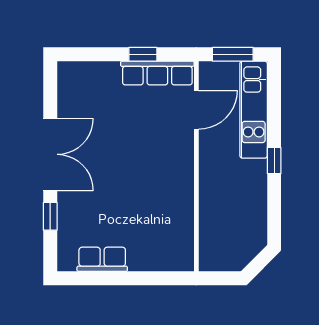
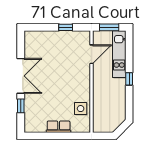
row of seats: (157, 73) -> (73, 37), removed
side table: (174, 222) -> (81, 109), added
row of seats: (102, 259) -> (59, 127), moved

